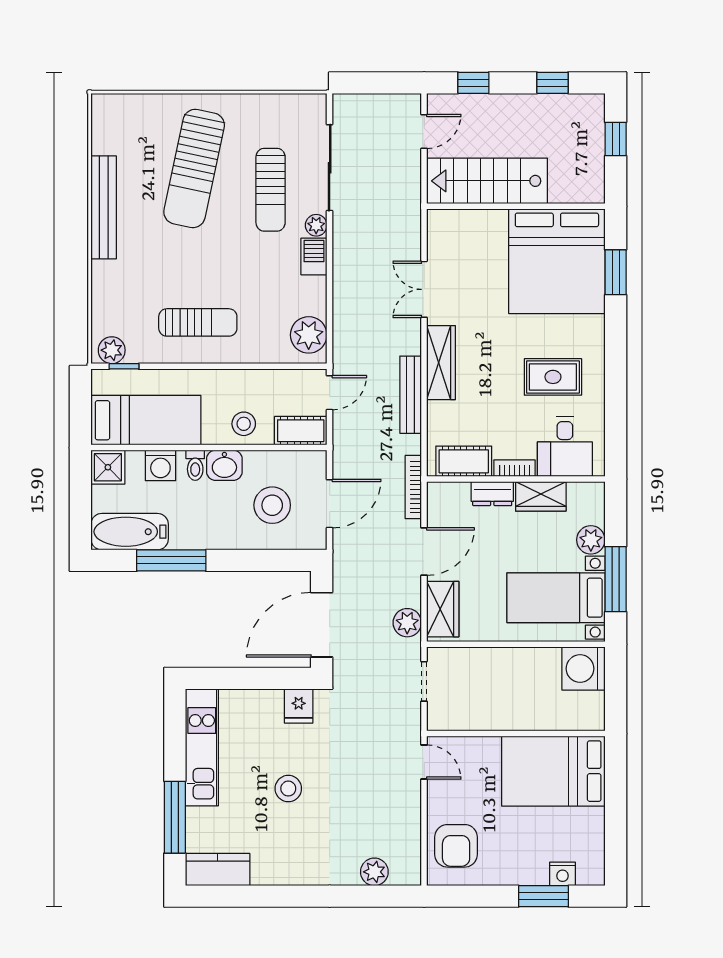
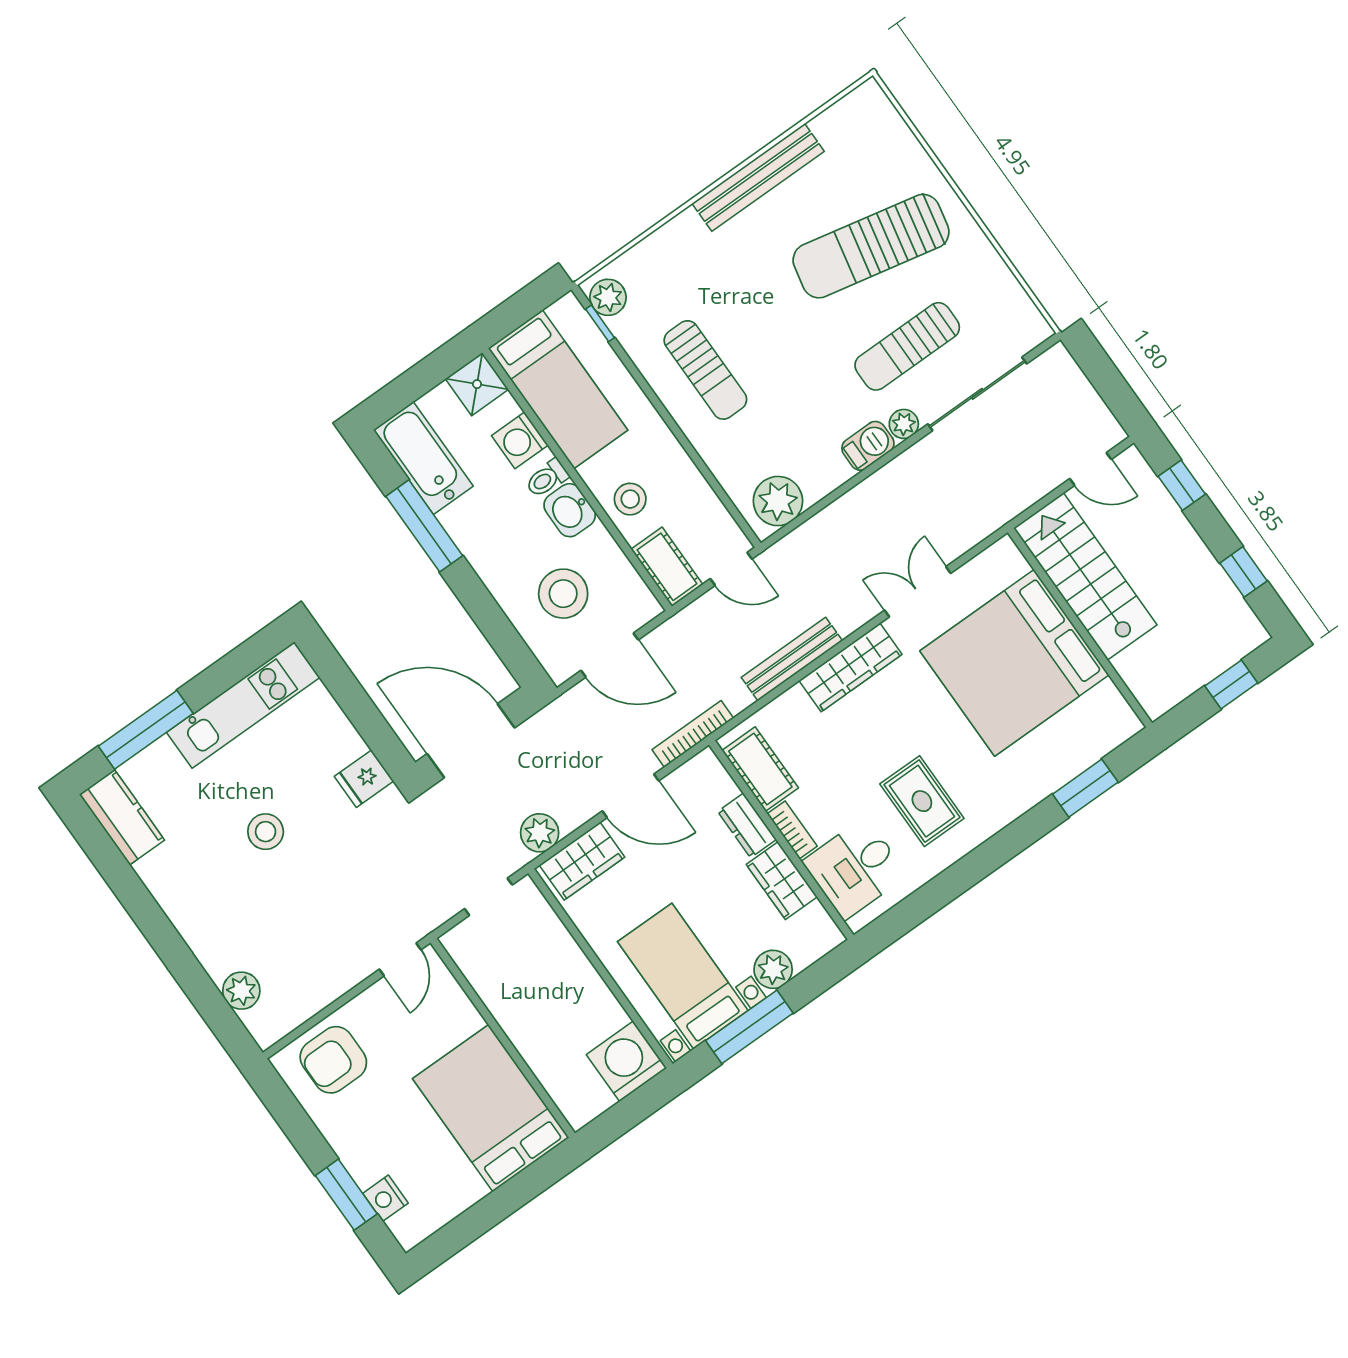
bed: (557, 261) -> (1014, 663), moved

